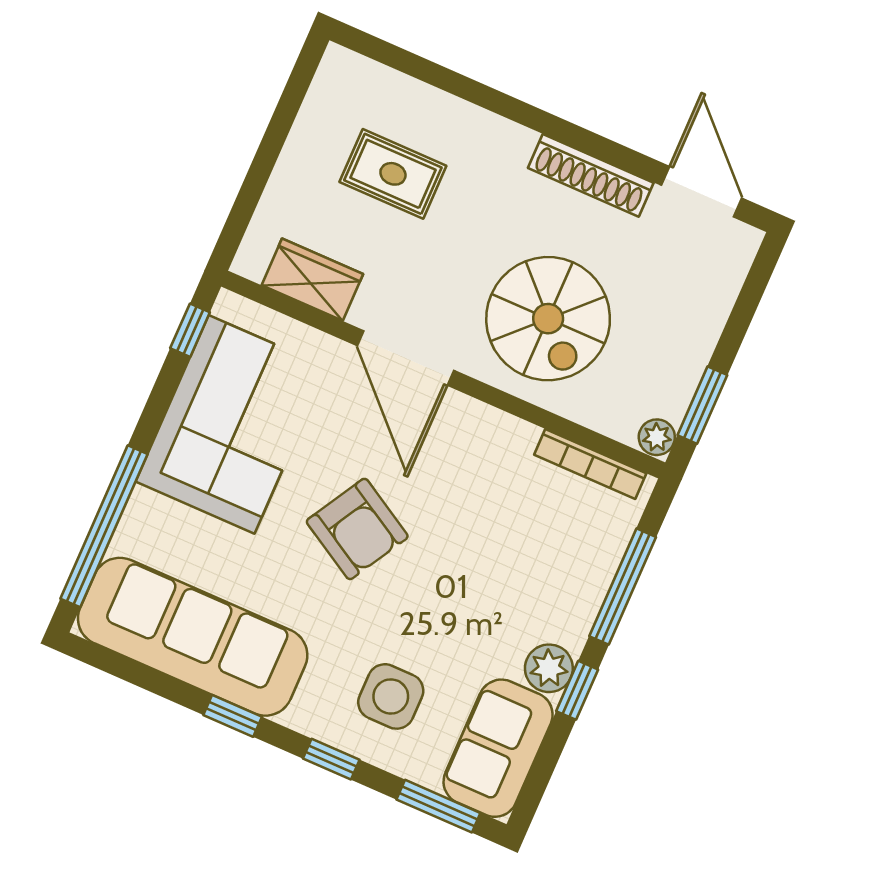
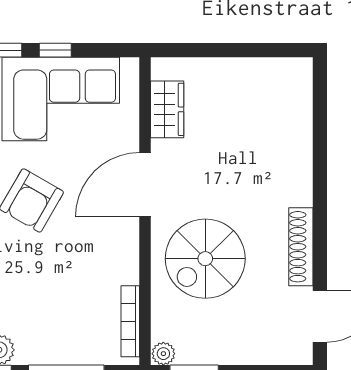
rug: (393, 174) -> (251, 130), removed
window: (190, 330) -> (55, 50), moved

